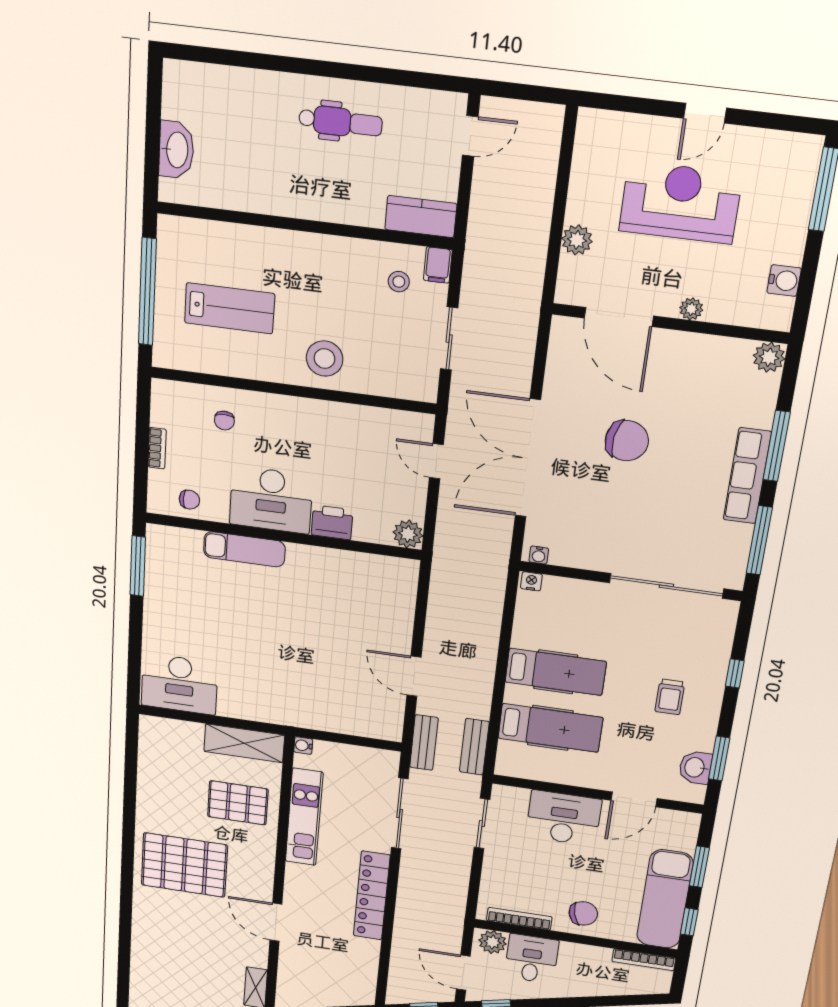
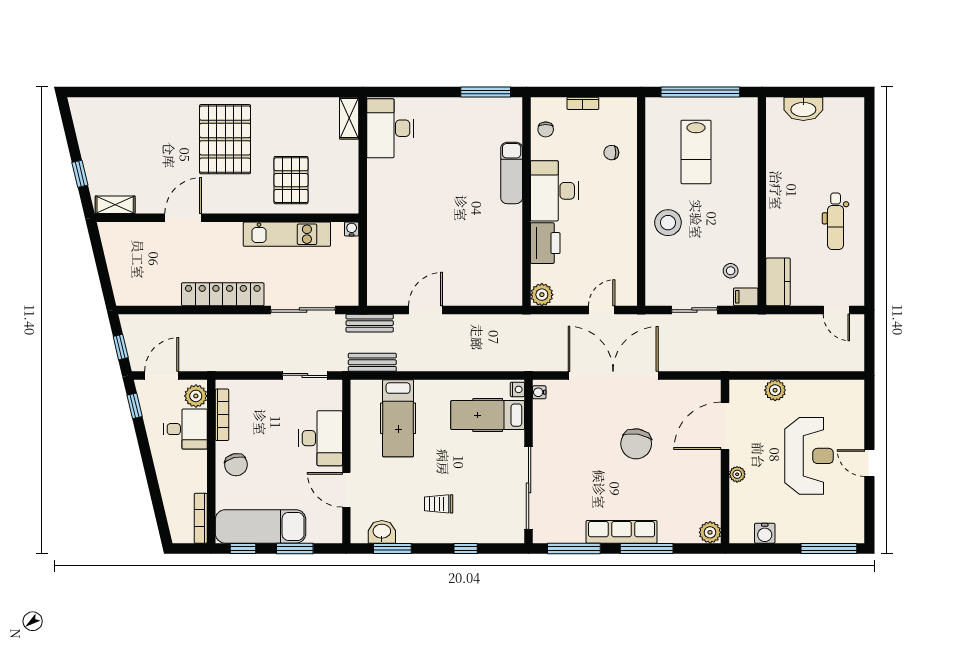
printer: (332, 522) -> (545, 243), width x1.37, depth x1.19
hospital bed: (556, 672) -> (488, 415), moved, turned 90
shelving: (244, 743) -> (349, 118), moved, width x0.67, depth x0.75

